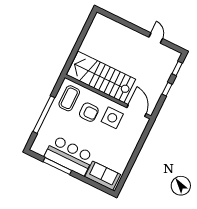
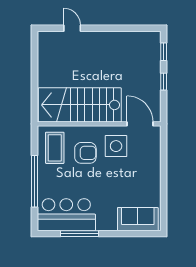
door: (156, 38) -> (72, 28), moved
bar counter: (69, 156) -> (66, 215), moved

